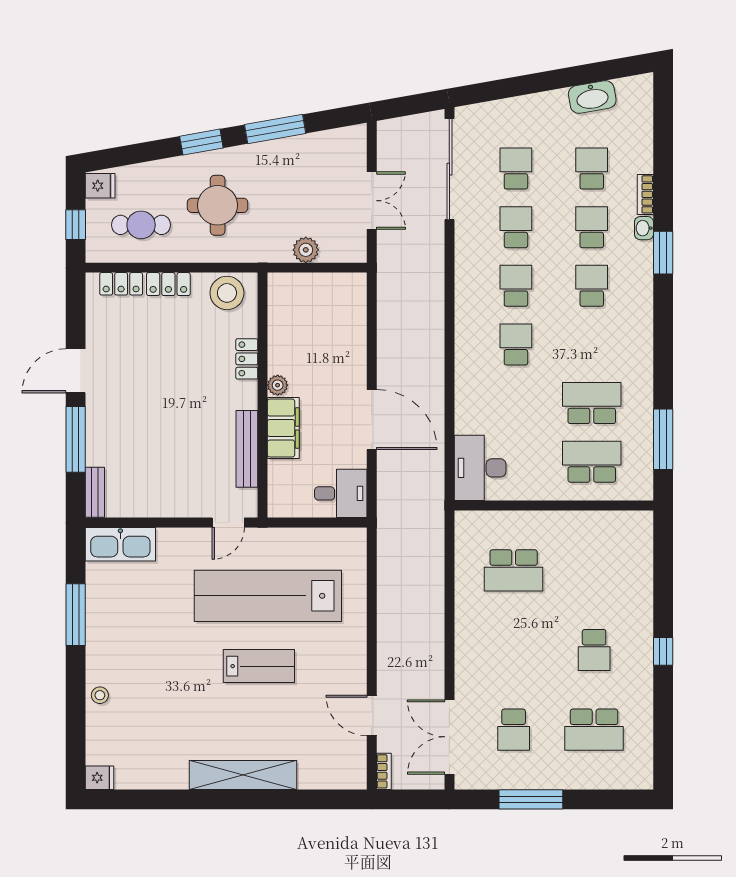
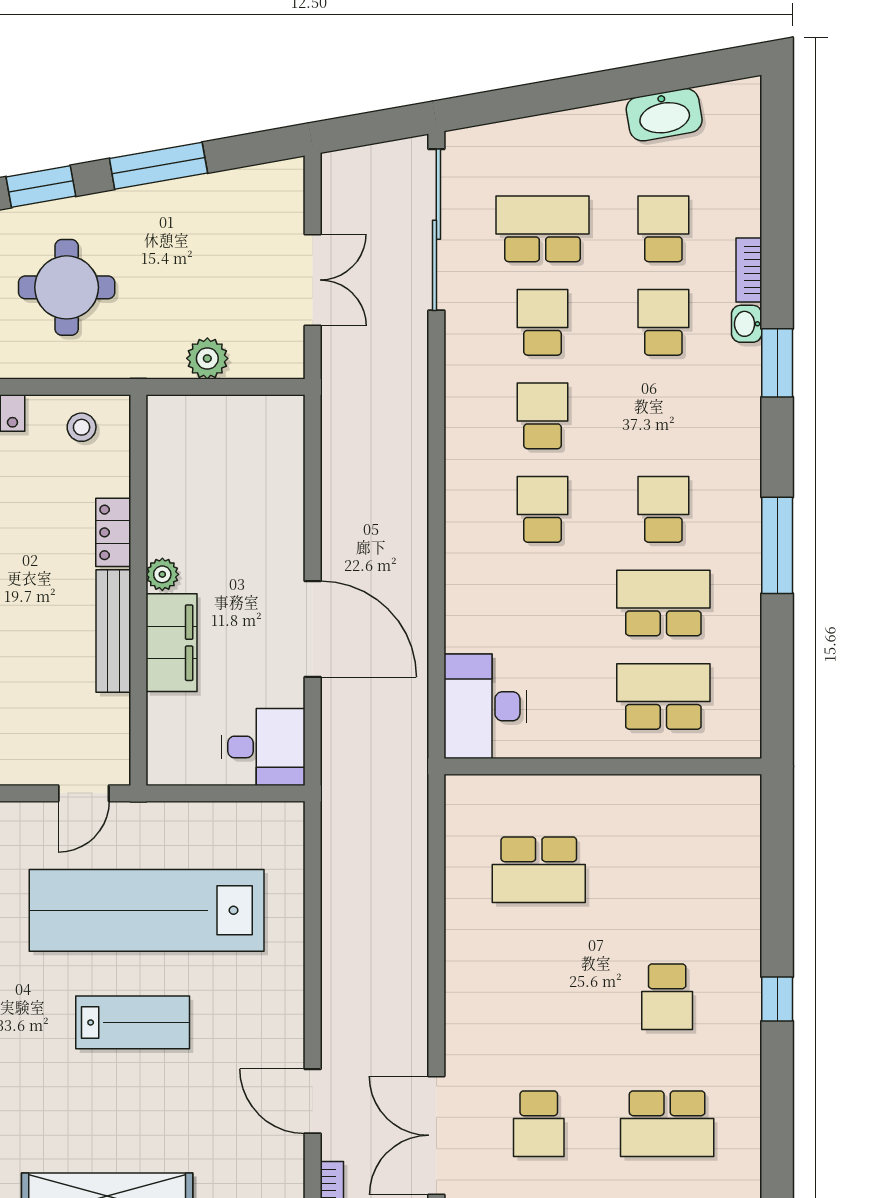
school desk: (516, 169) -> (542, 229), width x1.85
school desk: (592, 286) -> (663, 509), moved
stool: (227, 293) -> (82, 427), width x0.53, depth x0.53
window: (663, 439) -> (777, 545), moved
bench: (247, 449) -> (113, 631), moved

